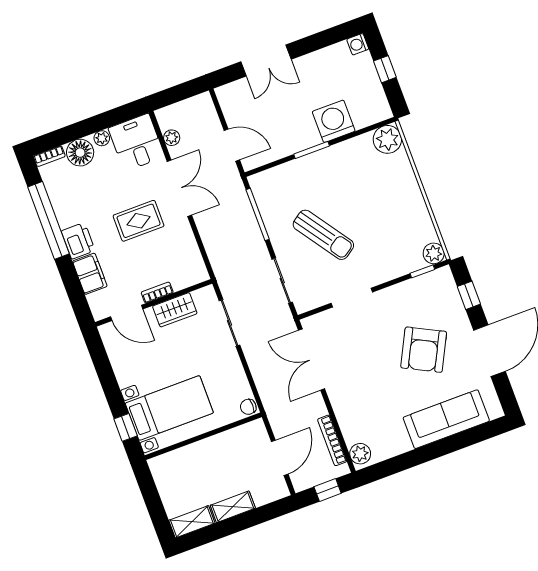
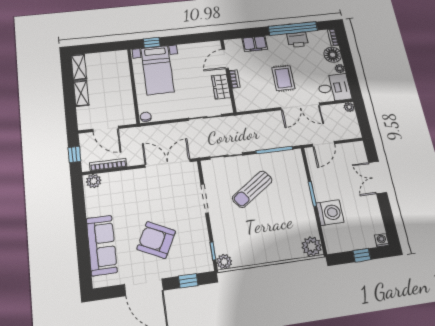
plant: (172, 138) -> (349, 107), moved
printer: (78, 241) -> (298, 40), moved

